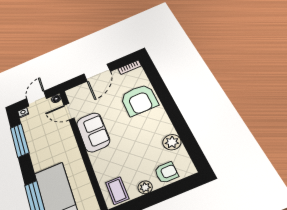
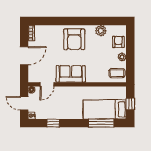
door: (97, 73) -> (24, 56), hinge flipped
armchair: (139, 100) -> (74, 39), moved, turned 90
window: (20, 140) -> (53, 123), width x0.46

